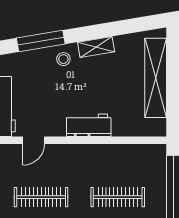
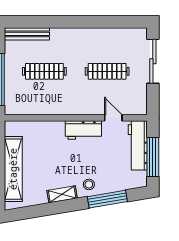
workbench: (89, 125) -> (83, 130), moved
door: (34, 140) -> (113, 118), hinge flipped

